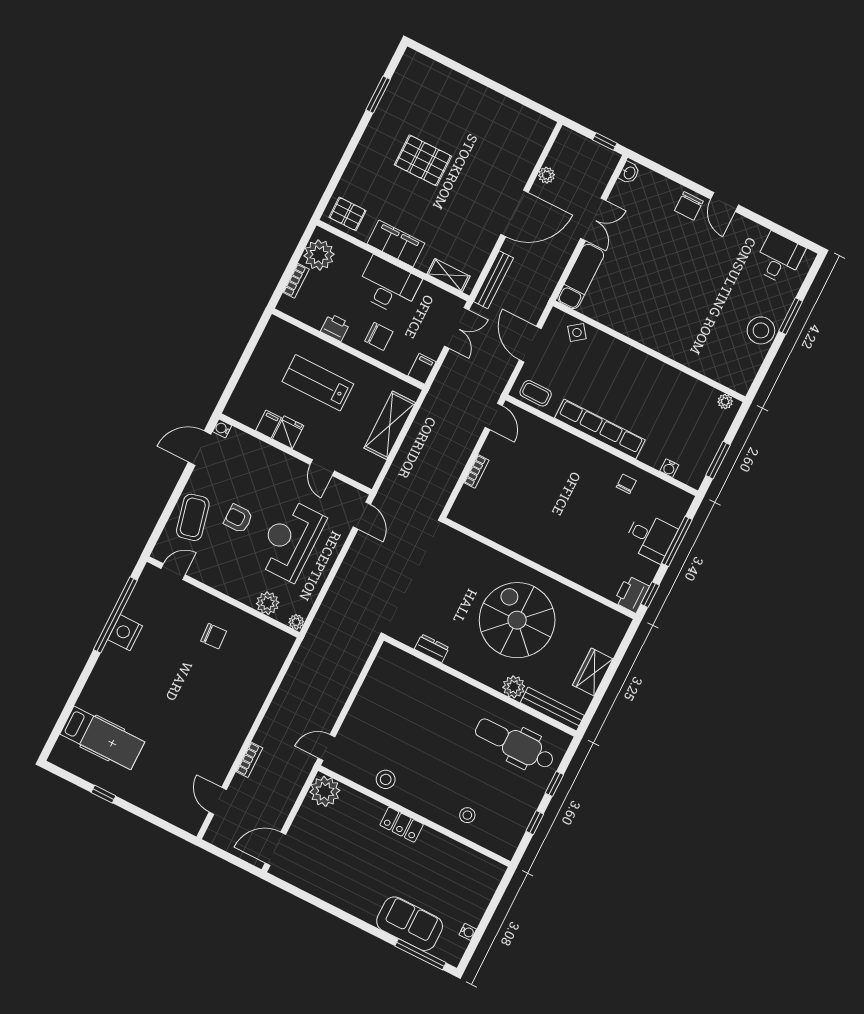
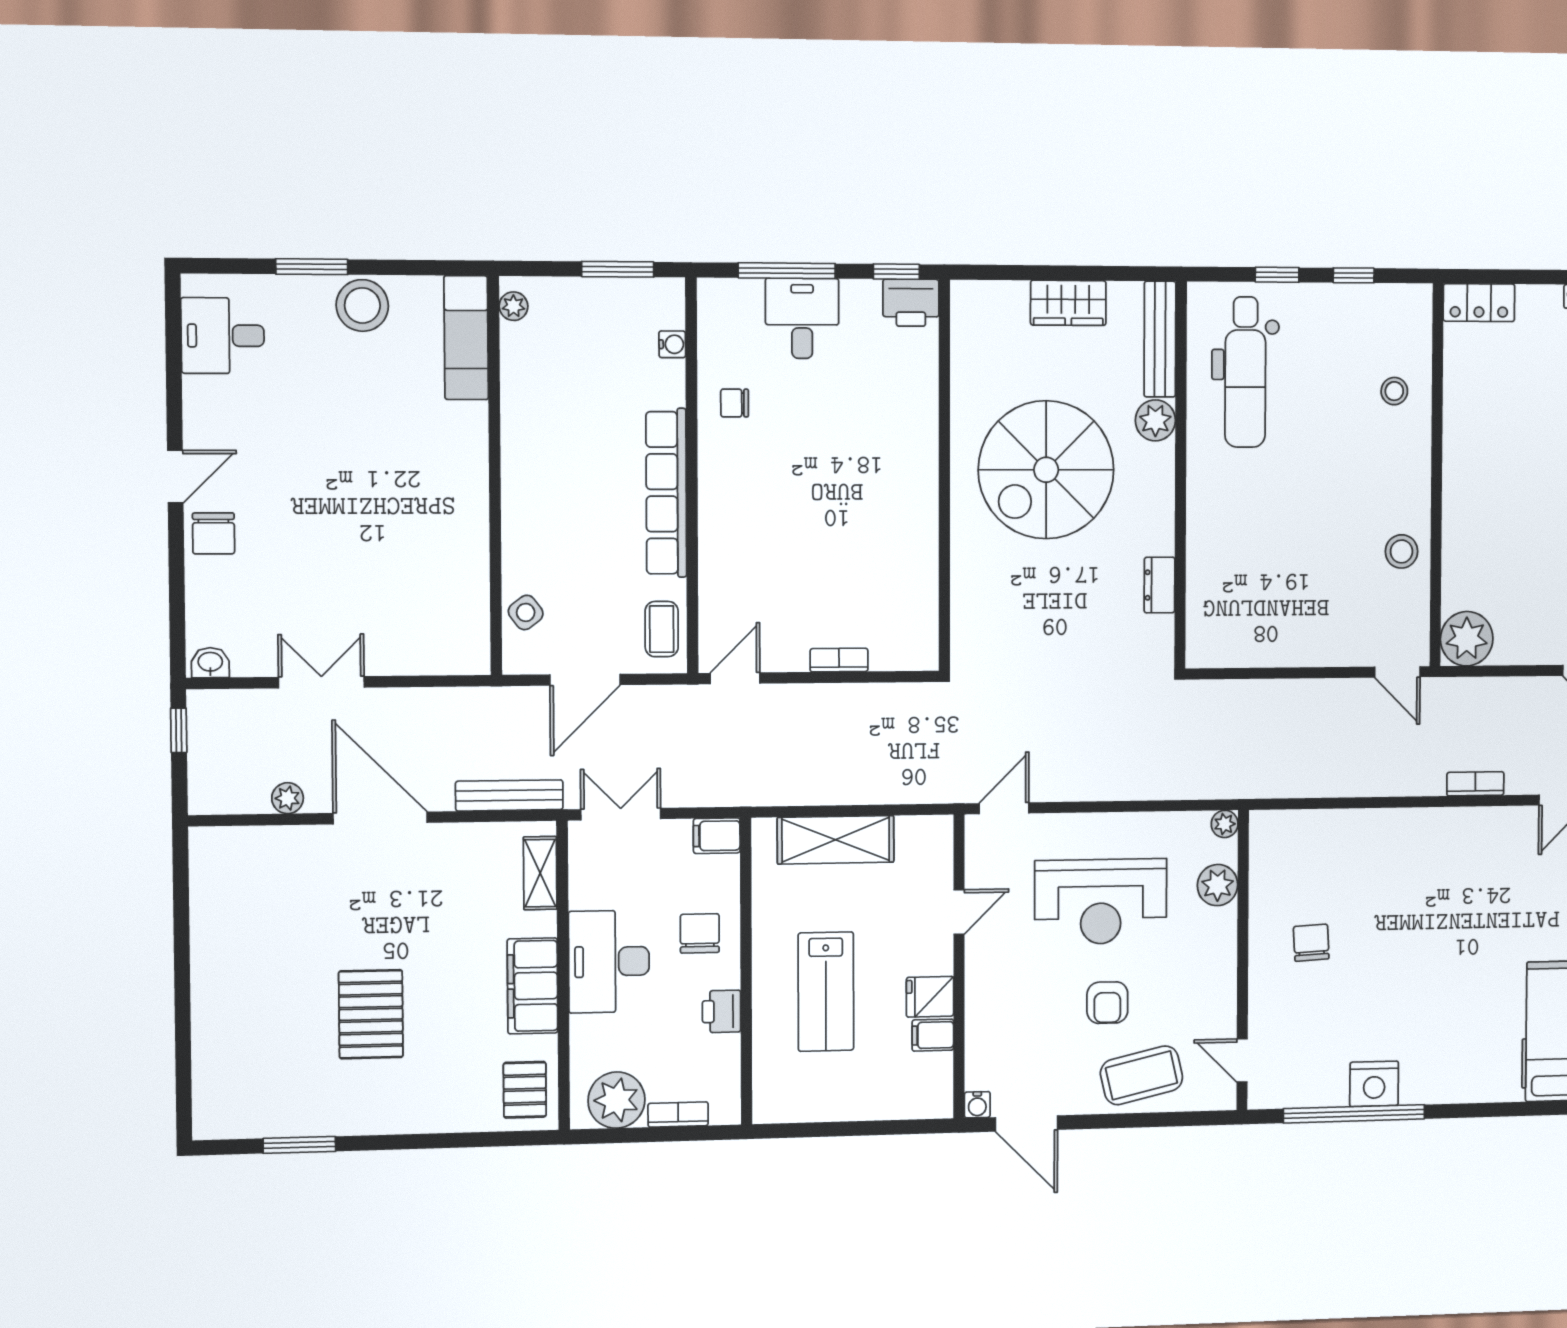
chair: (689, 206) -> (214, 533), turned 90
exam couch: (581, 277) -> (466, 338), moved, turned -90
locker: (402, 825) -> (1479, 303), moved, turned 90

